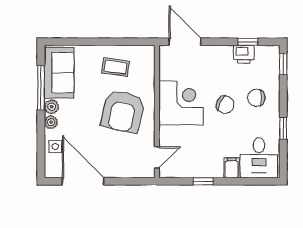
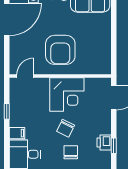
coffee table: (116, 67) -> (94, 44), removed
armchair: (123, 111) -> (60, 50), turned -103
door: (157, 157) -> (25, 76), swing flipped

